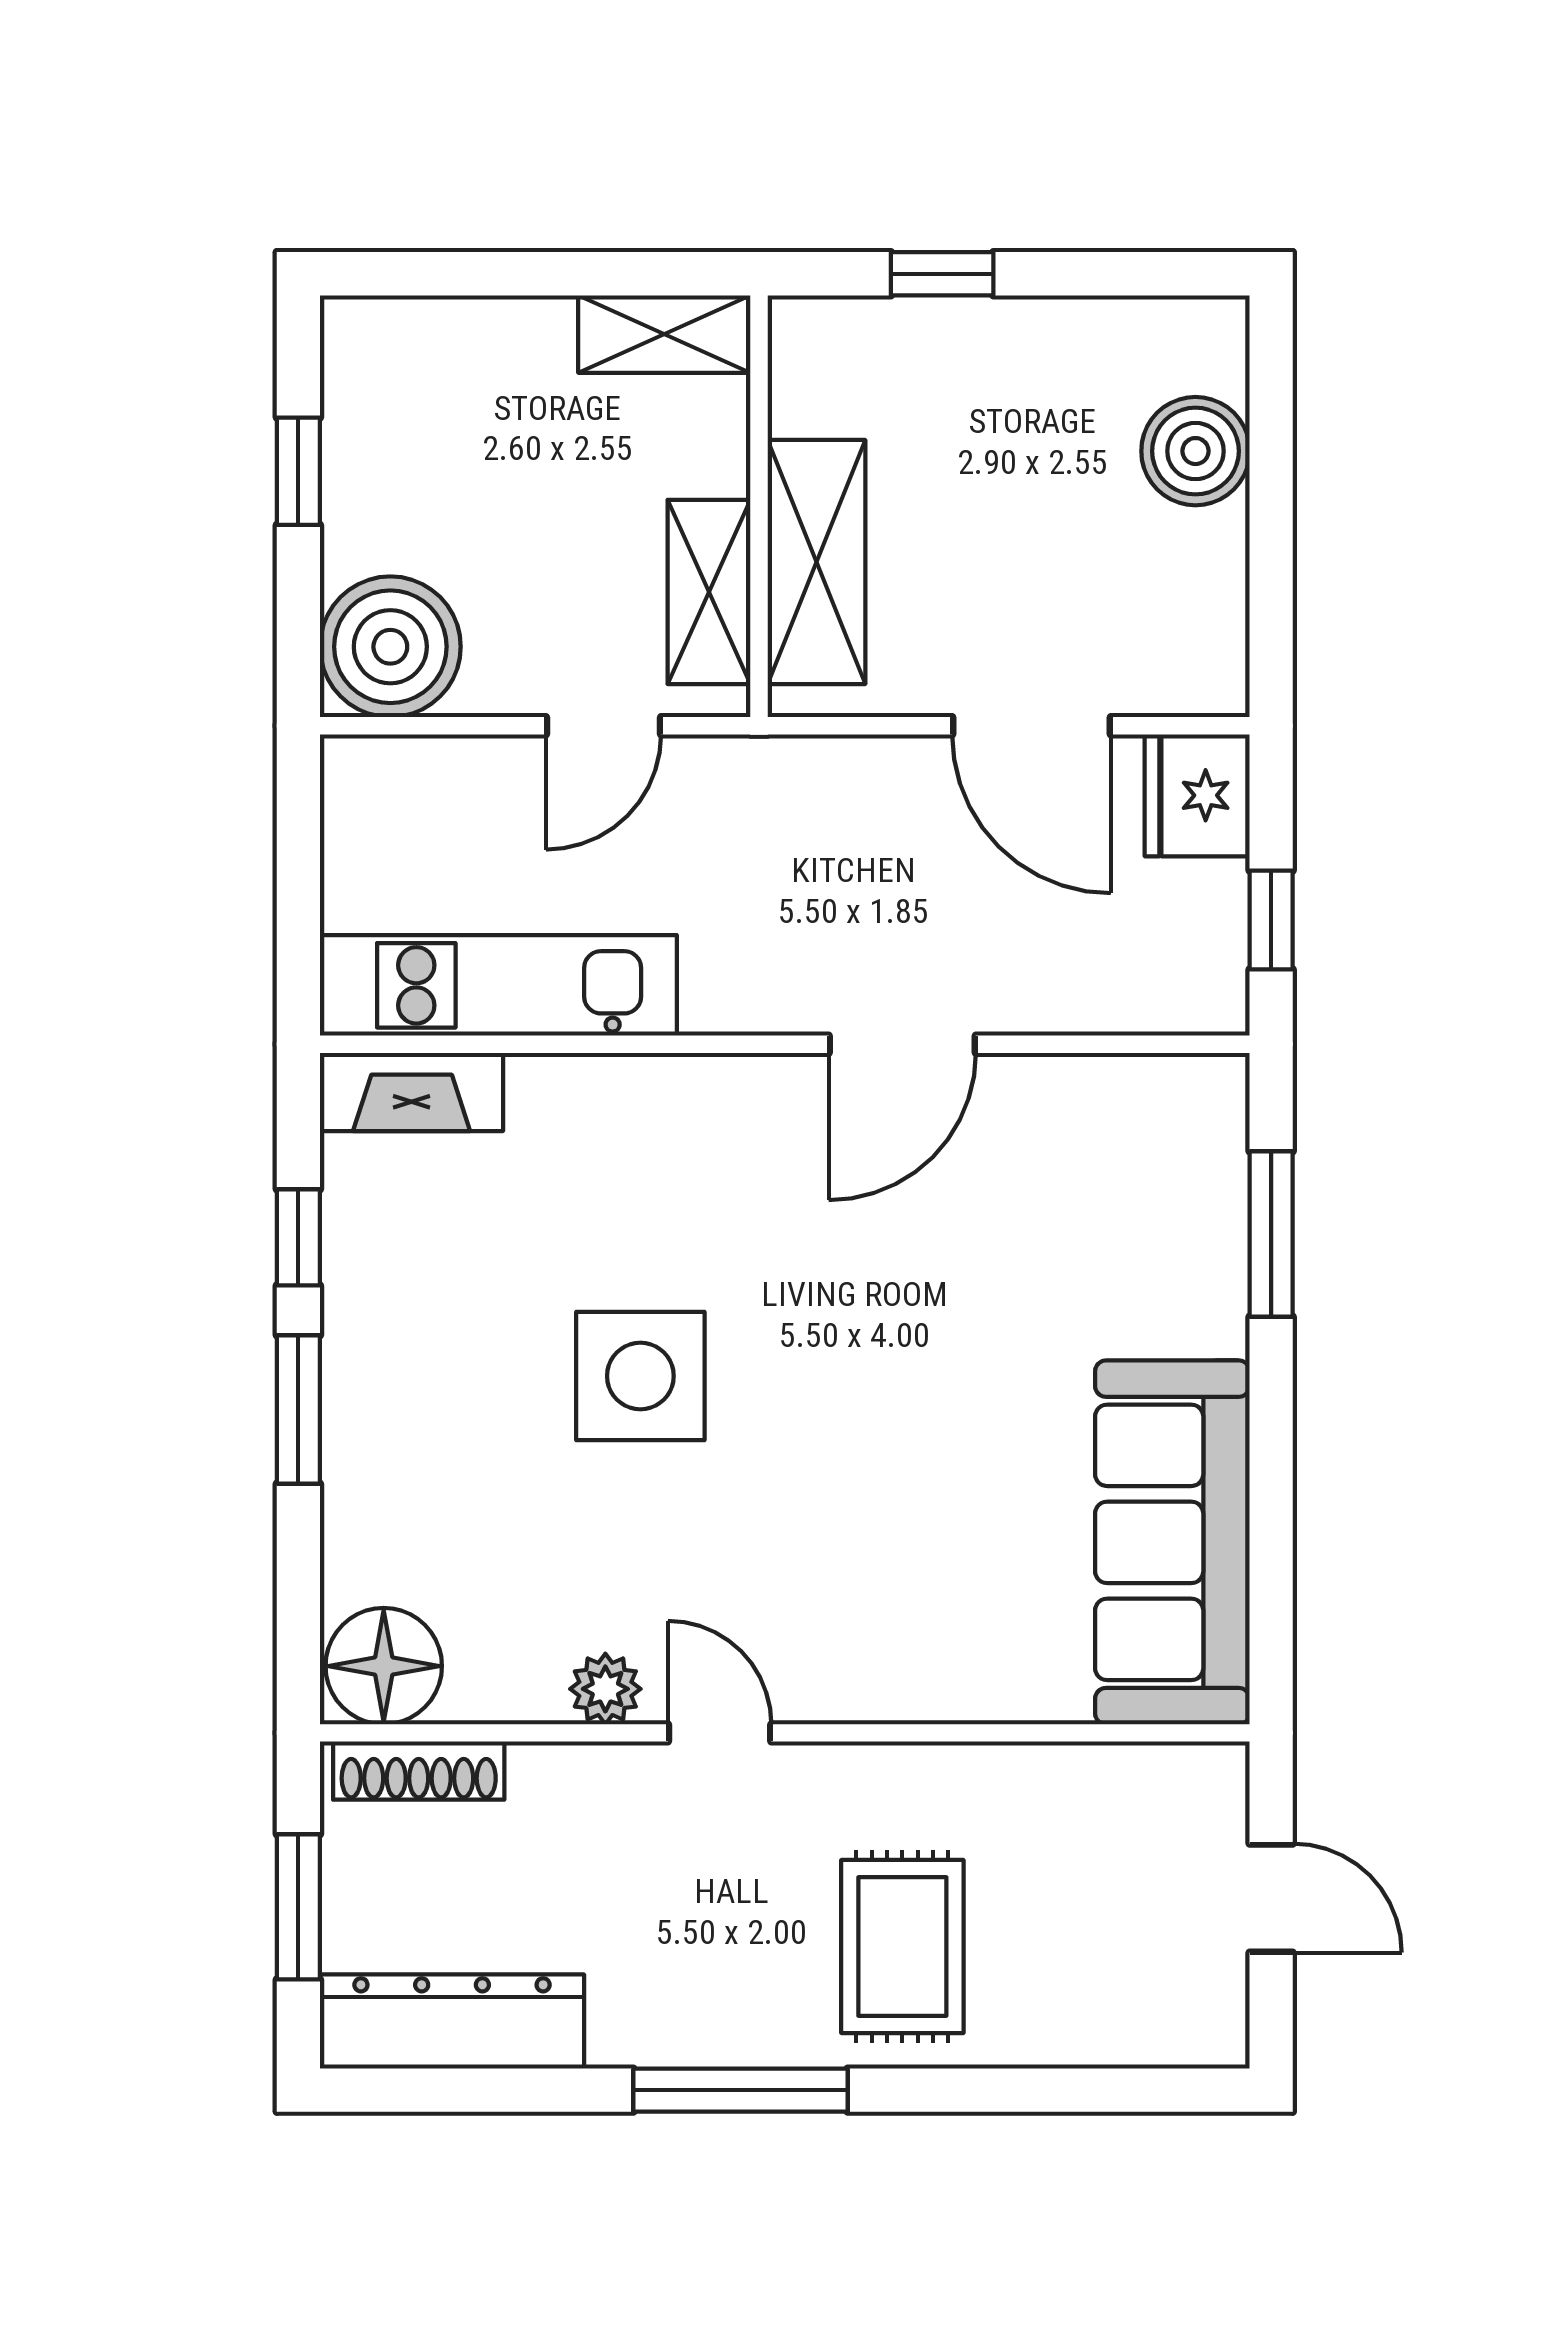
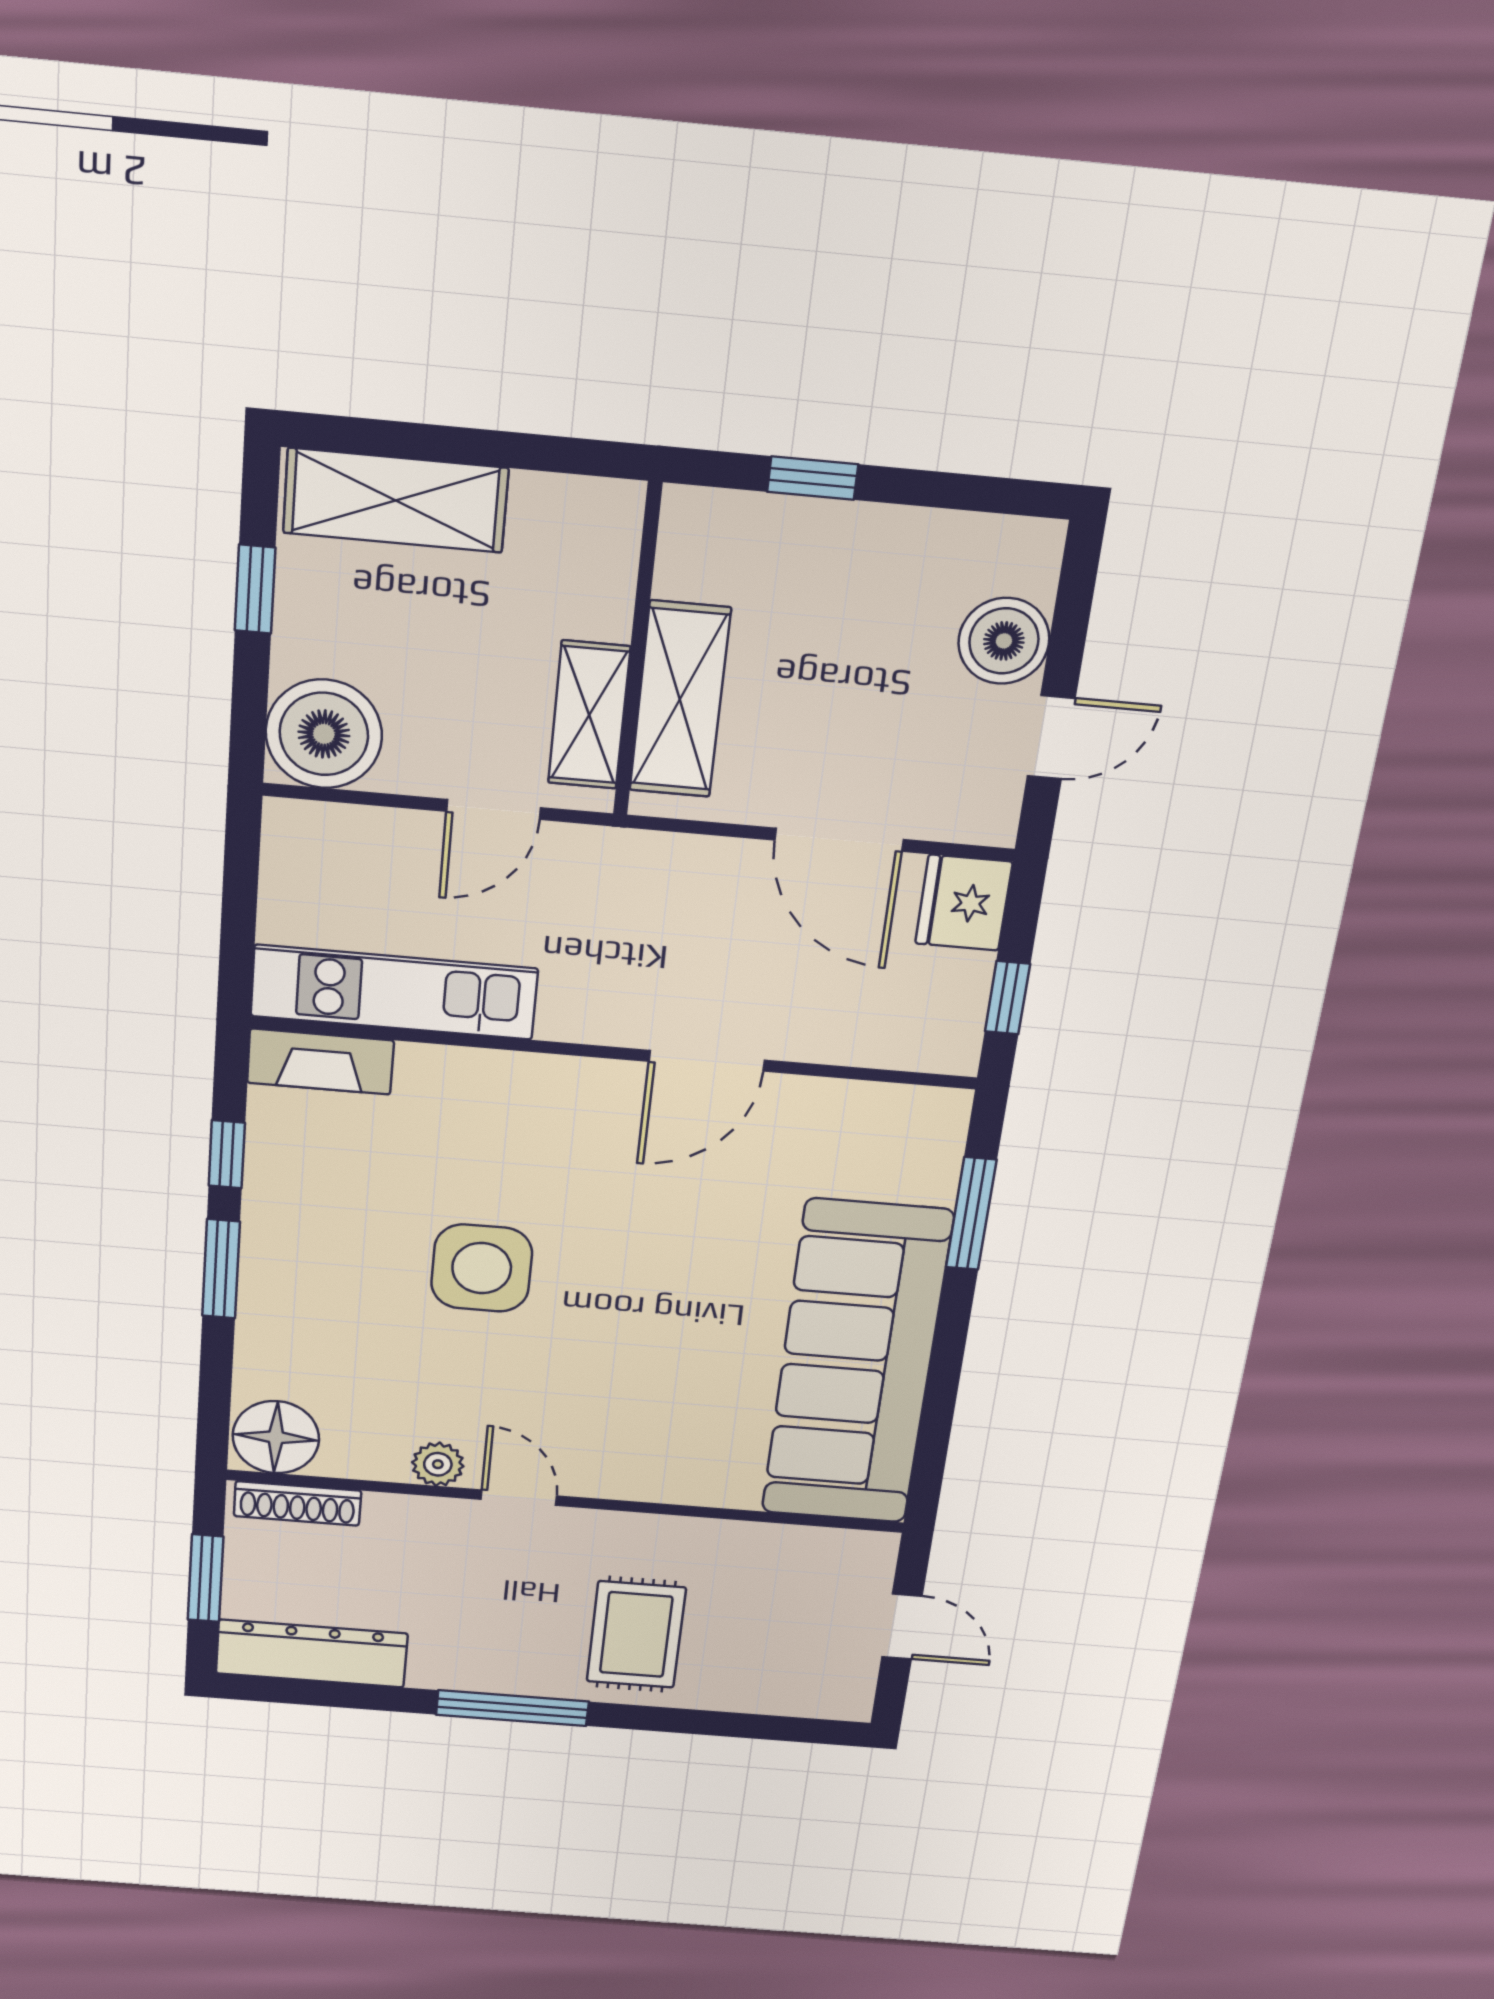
shelving: (664, 334) -> (396, 500), moved, width x1.50, depth x1.33
door: (1271, 567) -> (1051, 737), added
sofa: (1172, 1542) -> (856, 1364), width x1.36, depth x1.27

